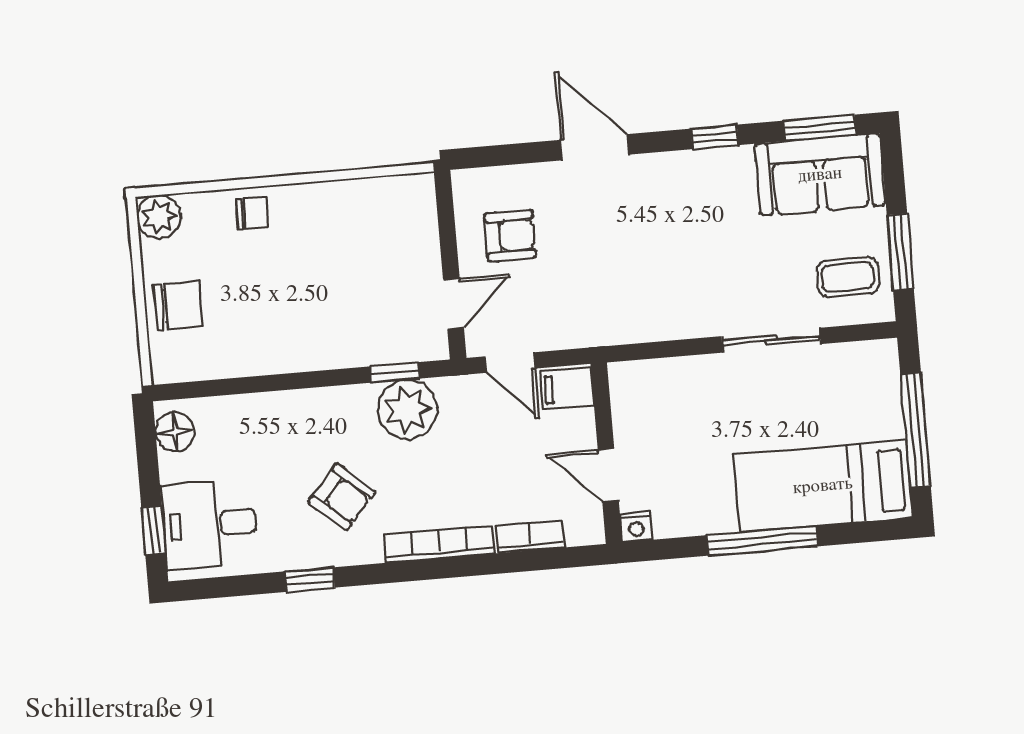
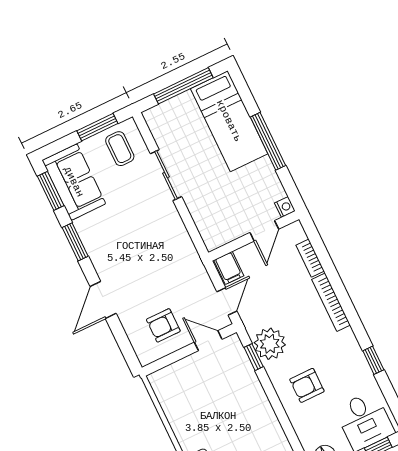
window: (715, 137) -> (75, 242), width x1.50
armchair: (510, 236) -> (163, 325), turned -90
armchair: (342, 497) -> (307, 385), moved, turned -131

